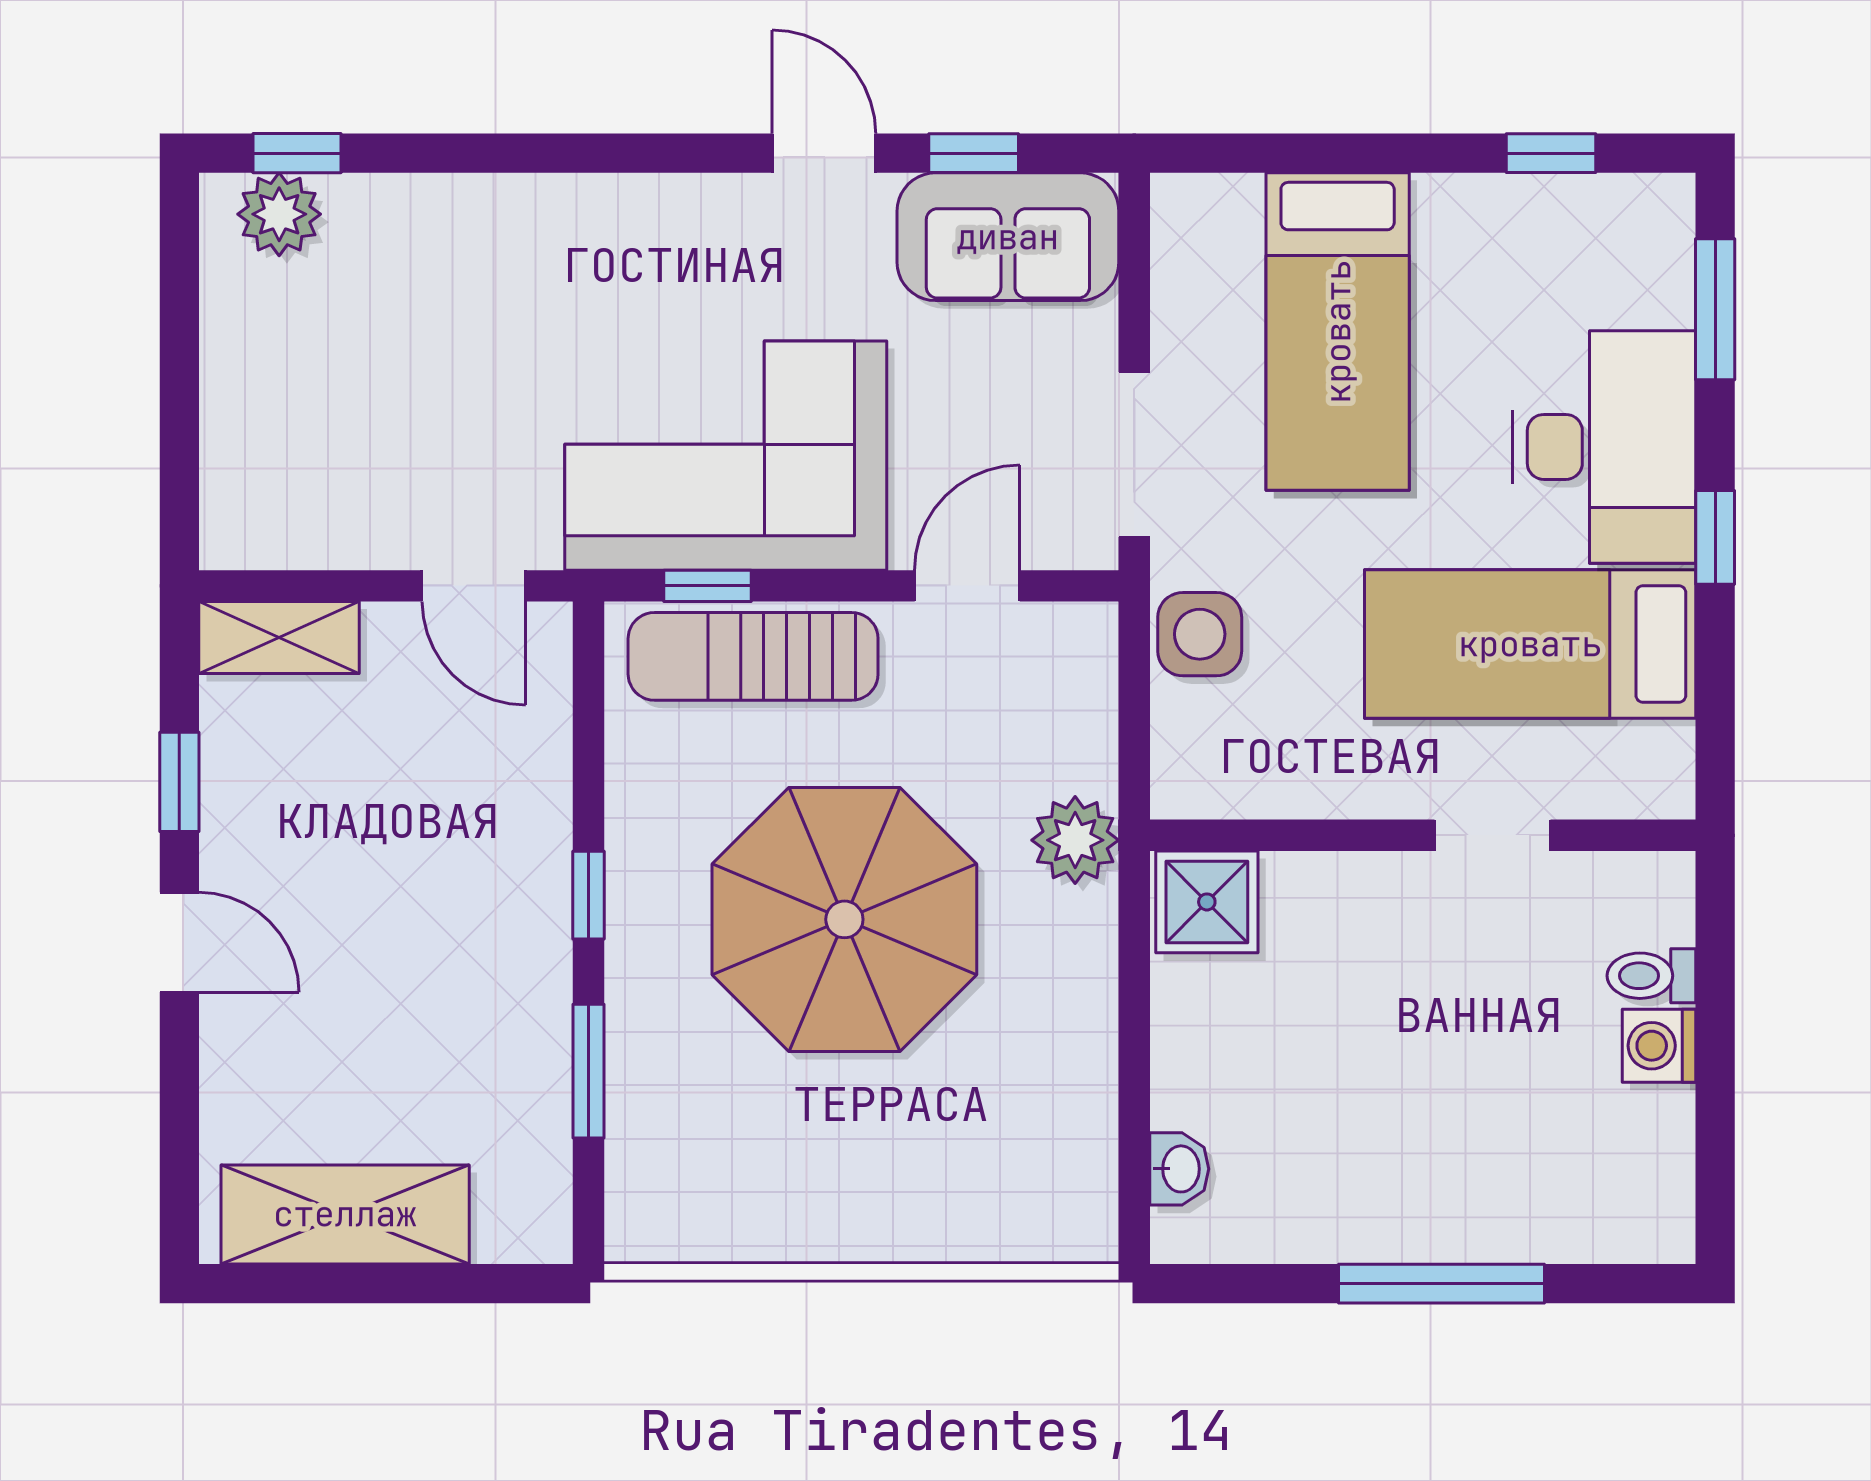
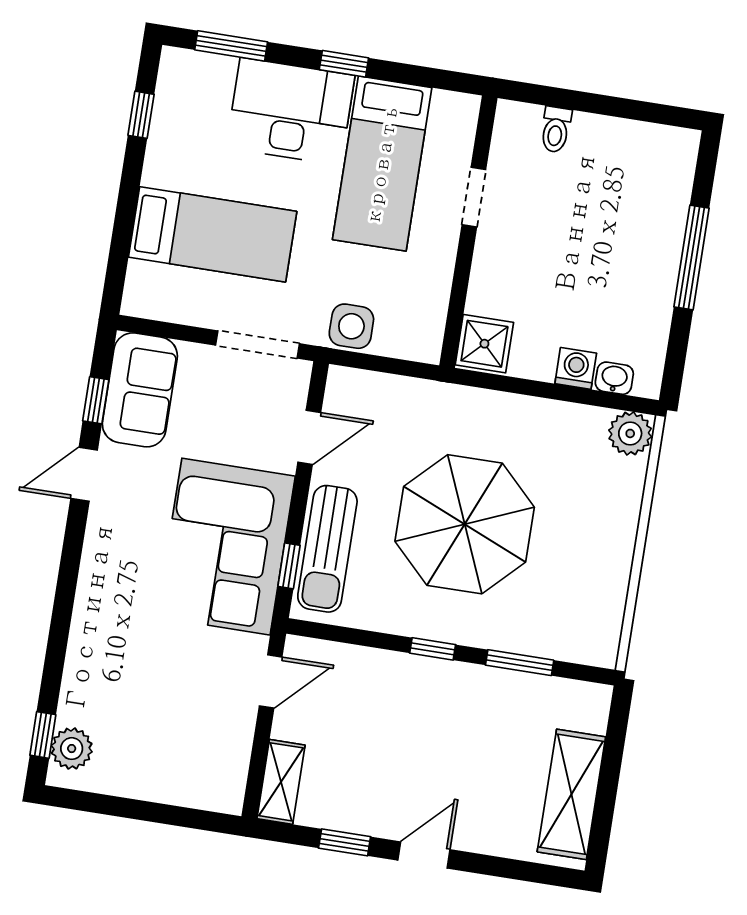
door: (967, 586) -> (309, 437), swing flipped
plant: (1075, 840) -> (630, 433), moved
washing machine: (1659, 1046) -> (576, 368), moved, turned 180

